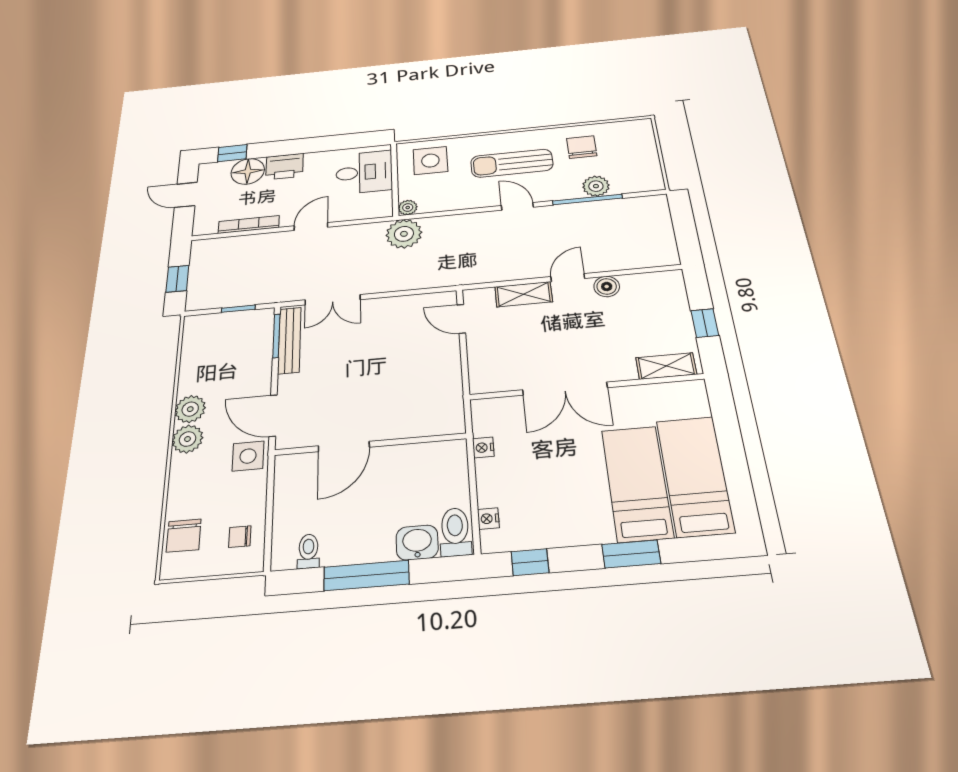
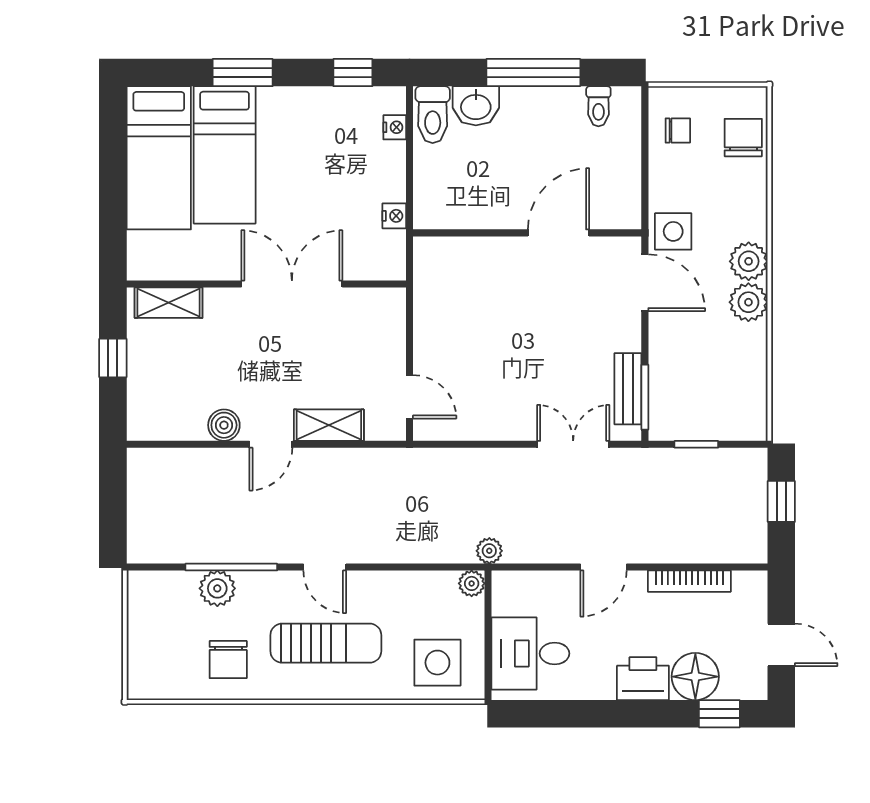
plant: (404, 234) -> (489, 551), width x0.53, depth x0.53
bench: (289, 340) -> (628, 389), width x0.73

